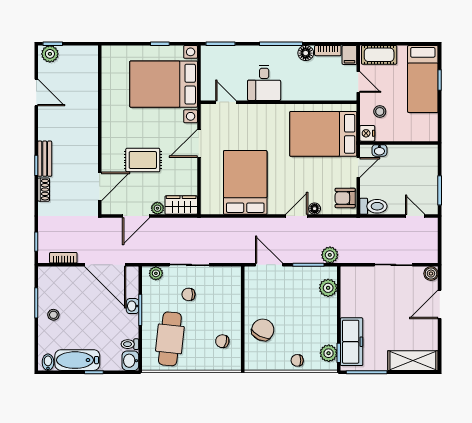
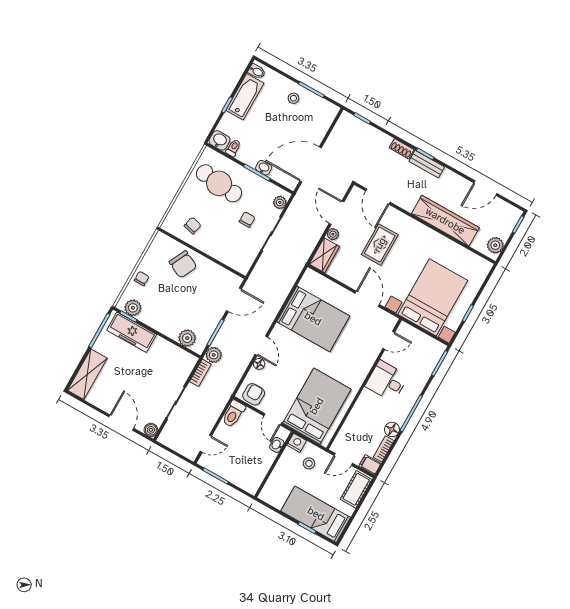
plant: (50, 54) -> (495, 245), moved
wardrobe: (87, 112) -> (445, 221), added
bookcase: (63, 258) -> (200, 373), moved

